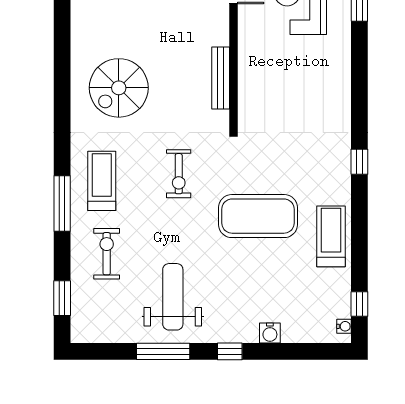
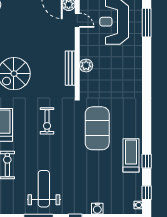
plant: (249, 73) -> (86, 66), added
window: (359, 162) -> (147, 161), moved
exercise mat: (258, 216) -> (97, 128), moved, turned 90

